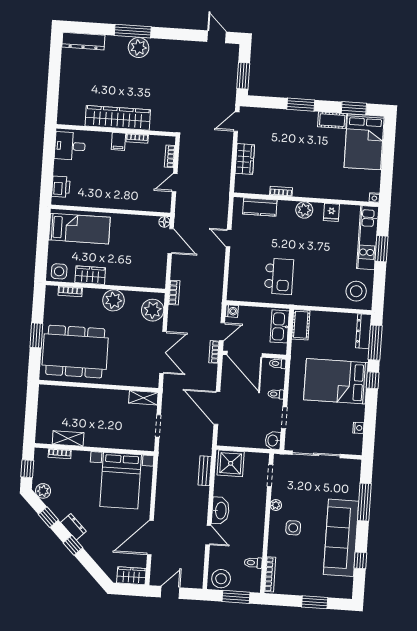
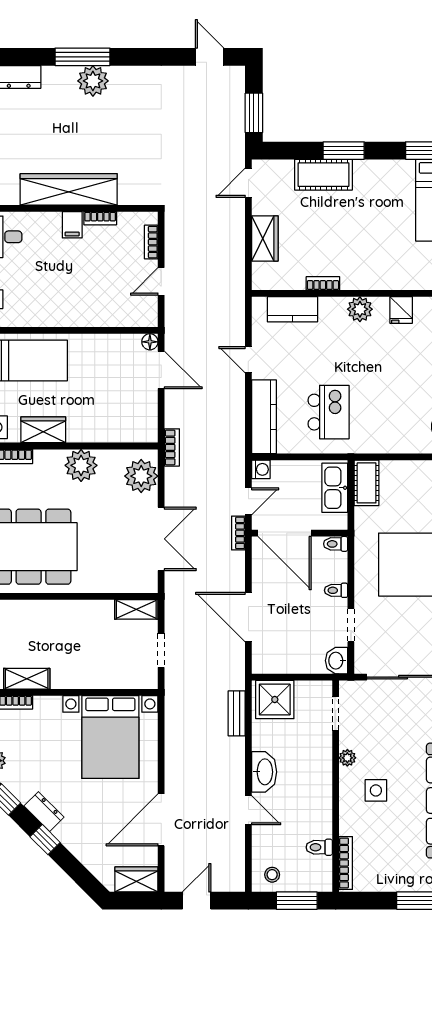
cot: (332, 120) -> (323, 175), moved, width x1.37, depth x1.34
kitchen counter: (236, 277) -> (264, 417), added
stool: (221, 579) -> (272, 875), width x0.53, depth x0.53

